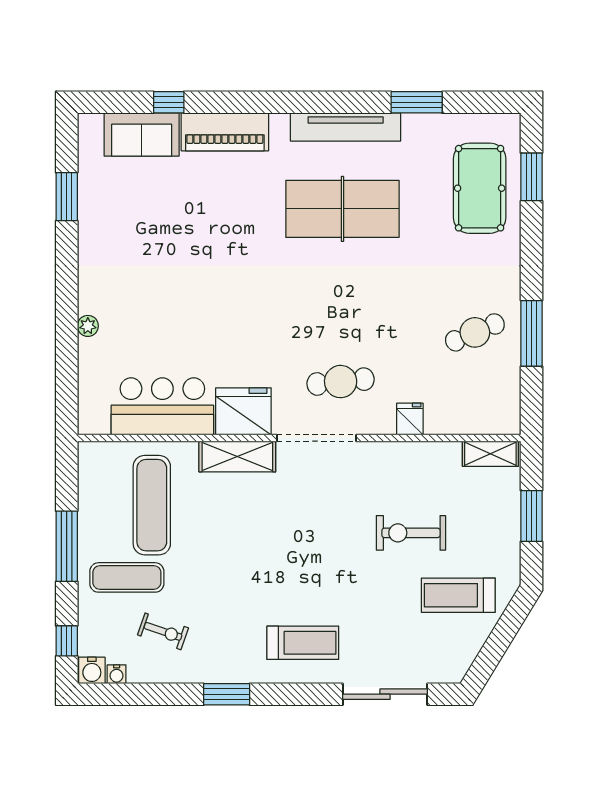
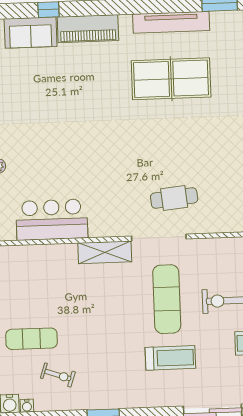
fridge: (243, 411) -> (108, 221), removed
fridge: (410, 419) -> (223, 222), removed
exercise mat: (152, 505) -> (167, 299), moved
treadmill: (303, 643) -> (170, 358), moved

